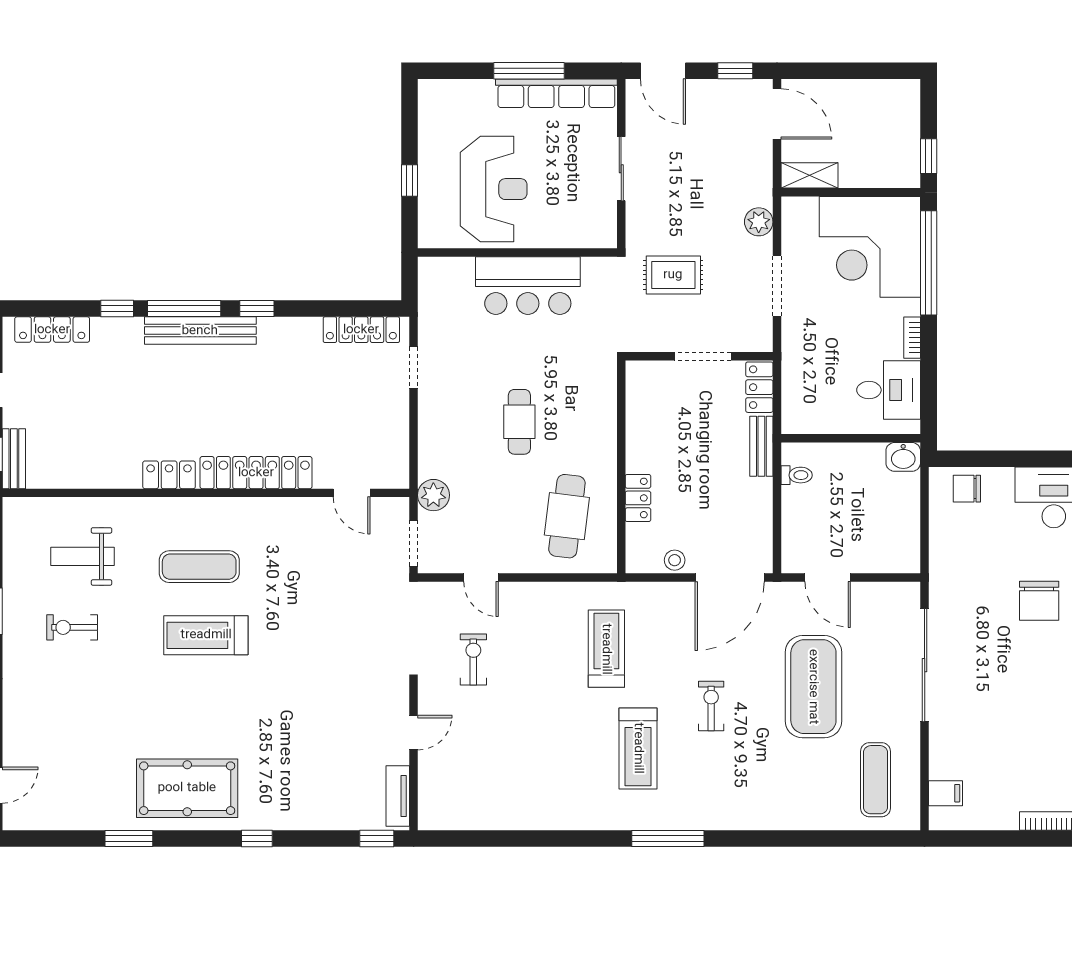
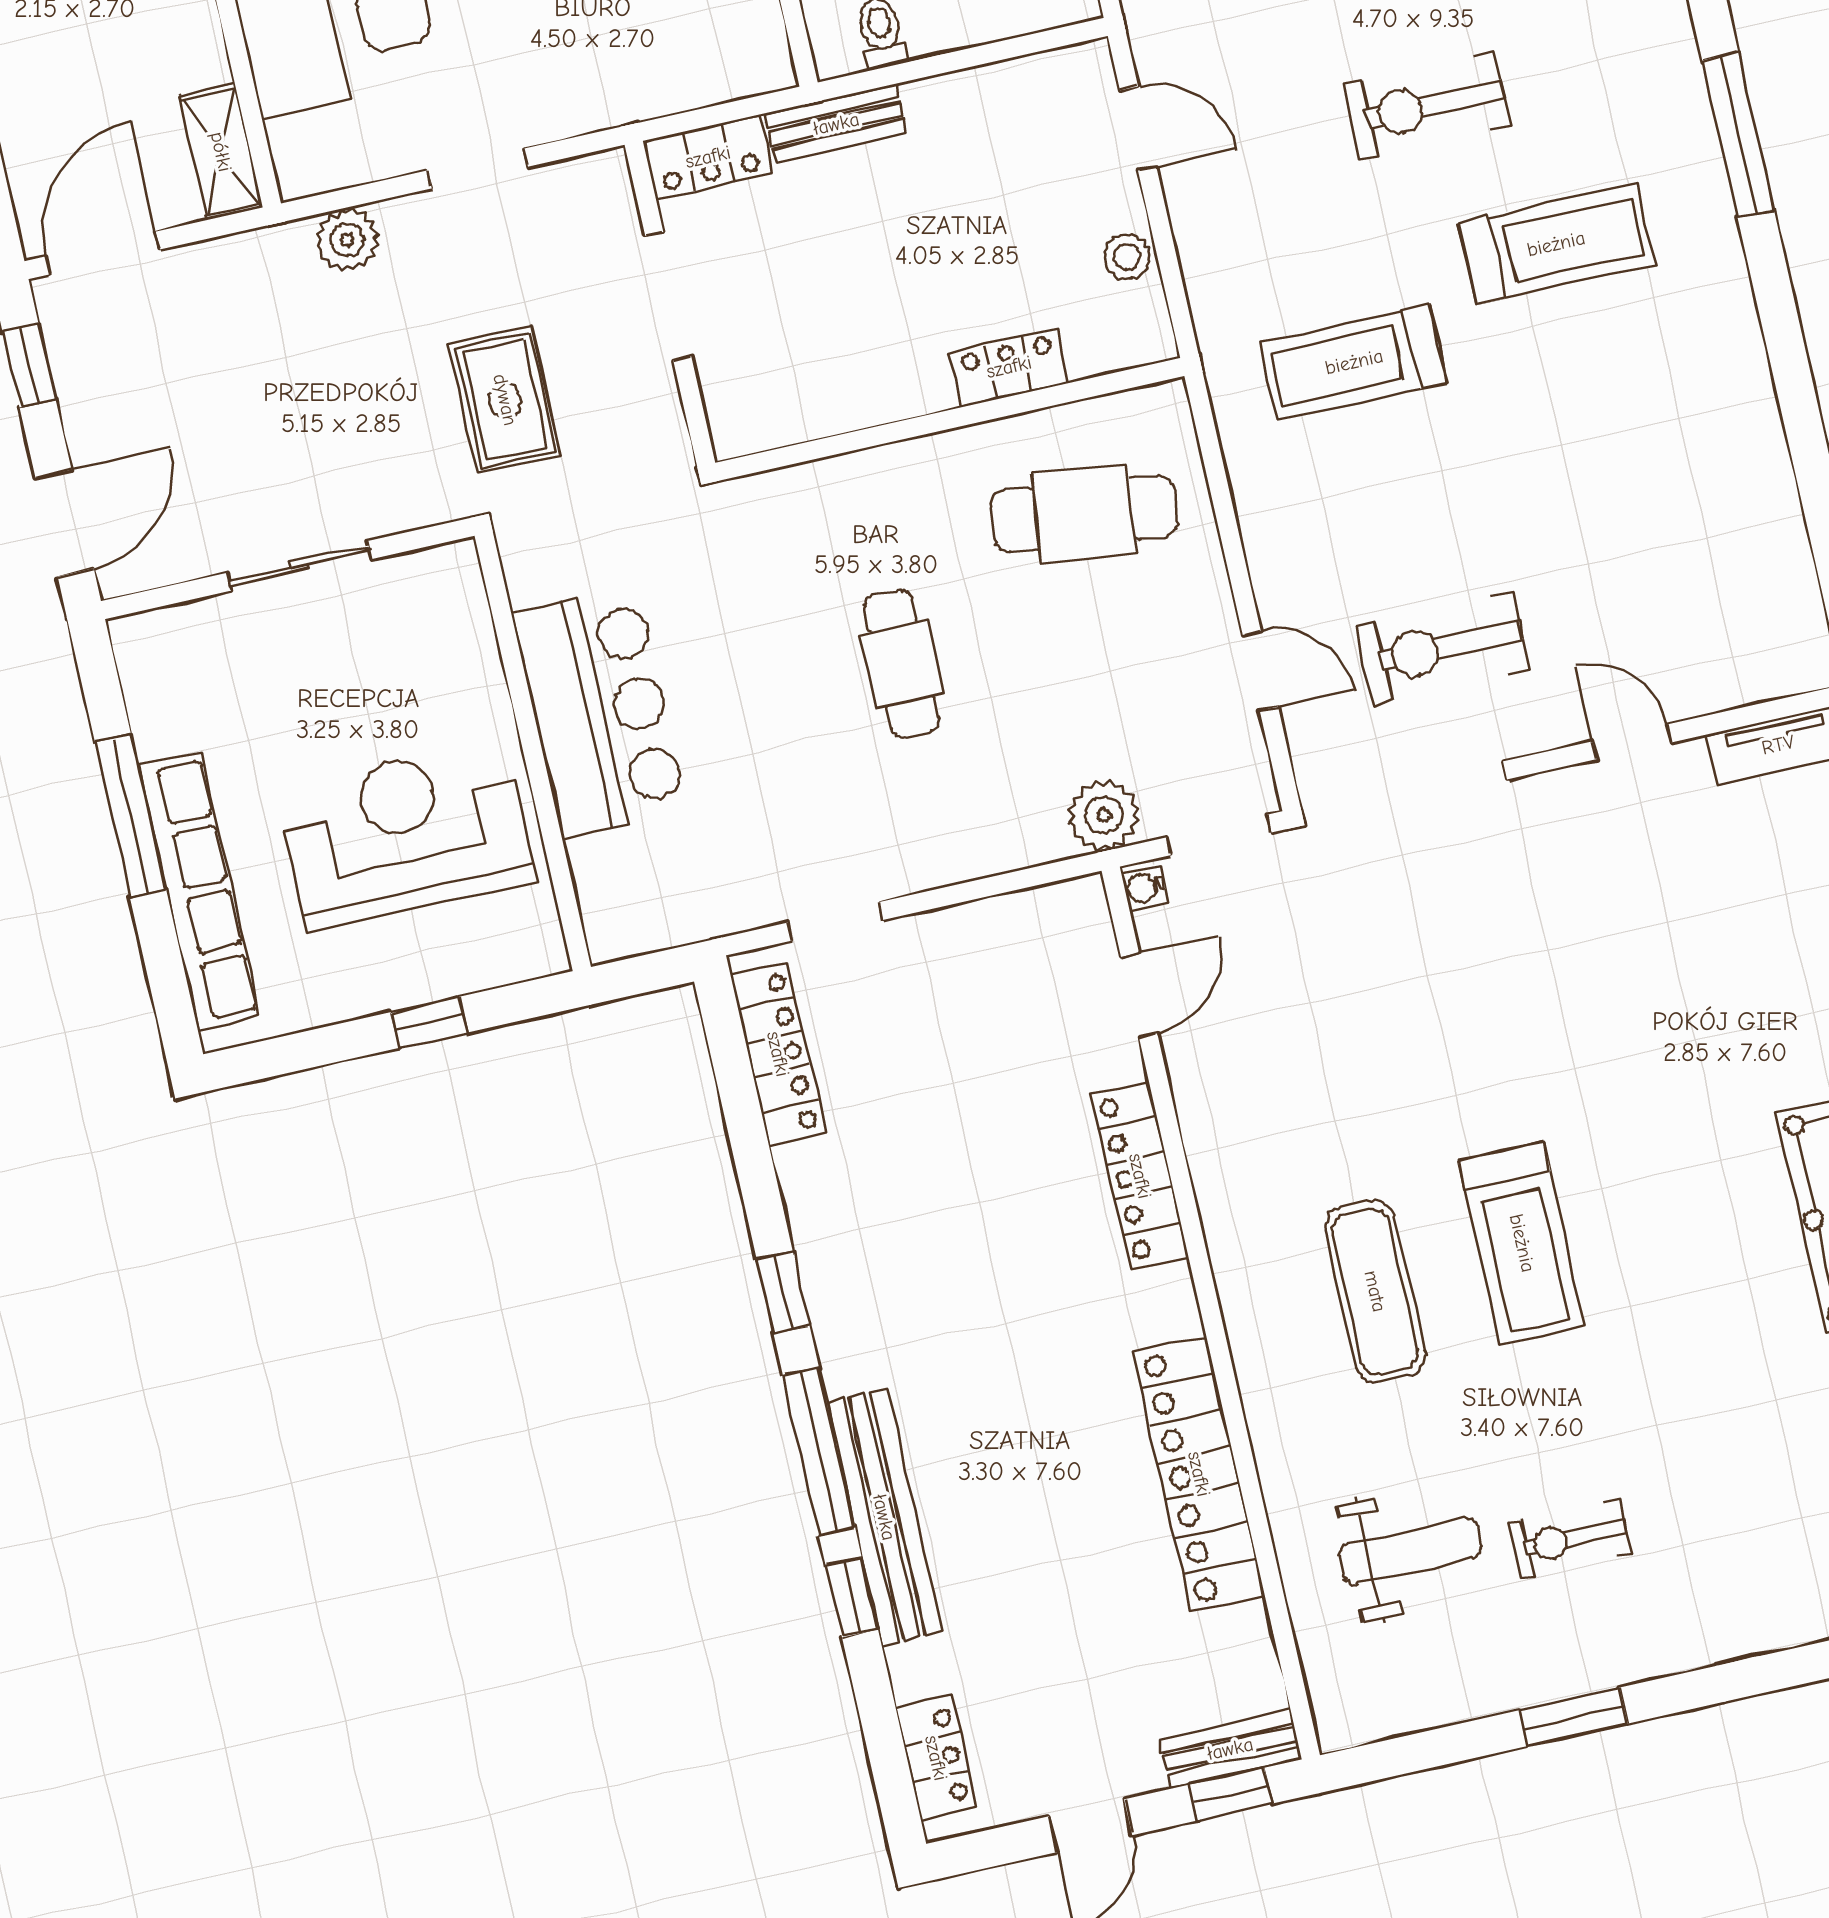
row of seats: (556, 93) -> (199, 891), moved
doorway: (777, 286) -> (478, 168), width x0.73
locker: (52, 330) -> (936, 1758), width x0.66
bench: (200, 331) -> (884, 1517), moved
cafe table: (519, 422) -> (901, 664), turned 90
locker: (256, 473) -> (1140, 1176), width x0.71, depth x0.83
locker: (169, 475) -> (1199, 1474), width x2.16, depth x1.21
water cooler: (398, 506) -> (1144, 887), added
weight bench: (83, 556) -> (1410, 1551), turned -90
door: (481, 578) -> (1260, 671), hinge flipped
door: (730, 578) -> (1138, 128), width x0.53
exercise bike: (72, 627) -> (1570, 1539), turned 90
exercise bike: (473, 659) -> (1443, 647), width x1.38, depth x1.39
exercise bike: (711, 706) -> (1427, 105), width x1.38, depth x1.39

